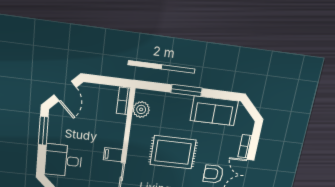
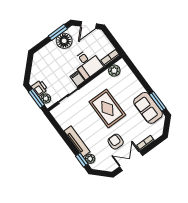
window: (186, 90) -> (158, 101), moved
floor lamp: (59, 132) -> (64, 41), added
desk: (63, 161) -> (87, 64), moved, turned 180

